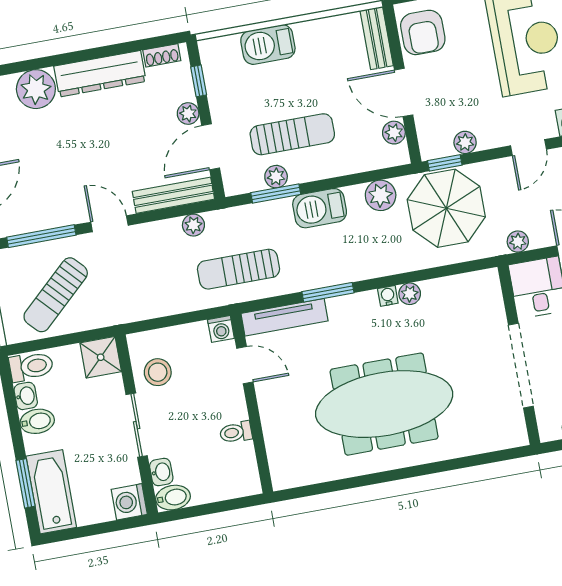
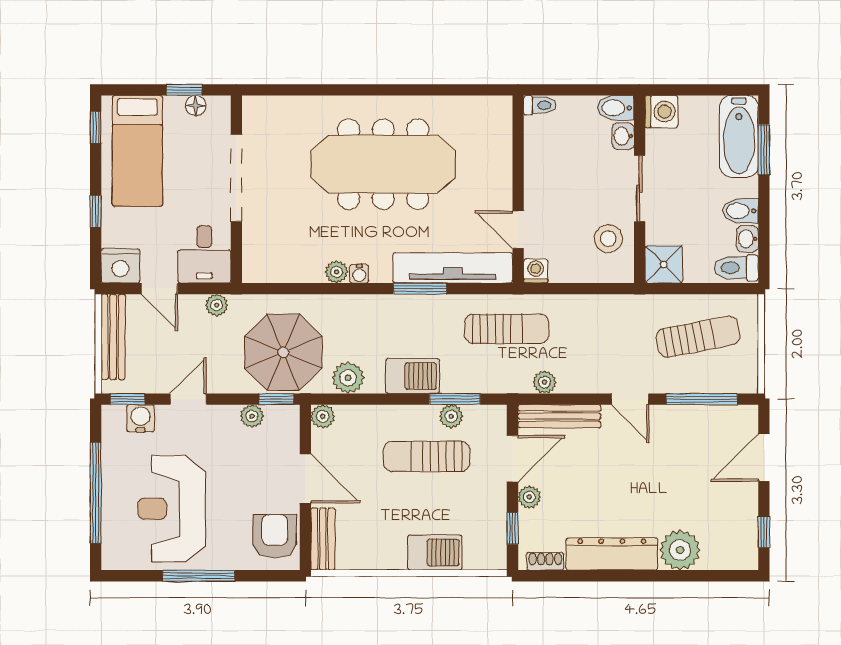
plant: (394, 133) -> (323, 416), moved
sun lounger: (56, 295) -> (698, 337), turned 32
tv unit: (285, 317) -> (453, 268), width x1.36, depth x1.29
toilet: (236, 432) -> (540, 105), moved

